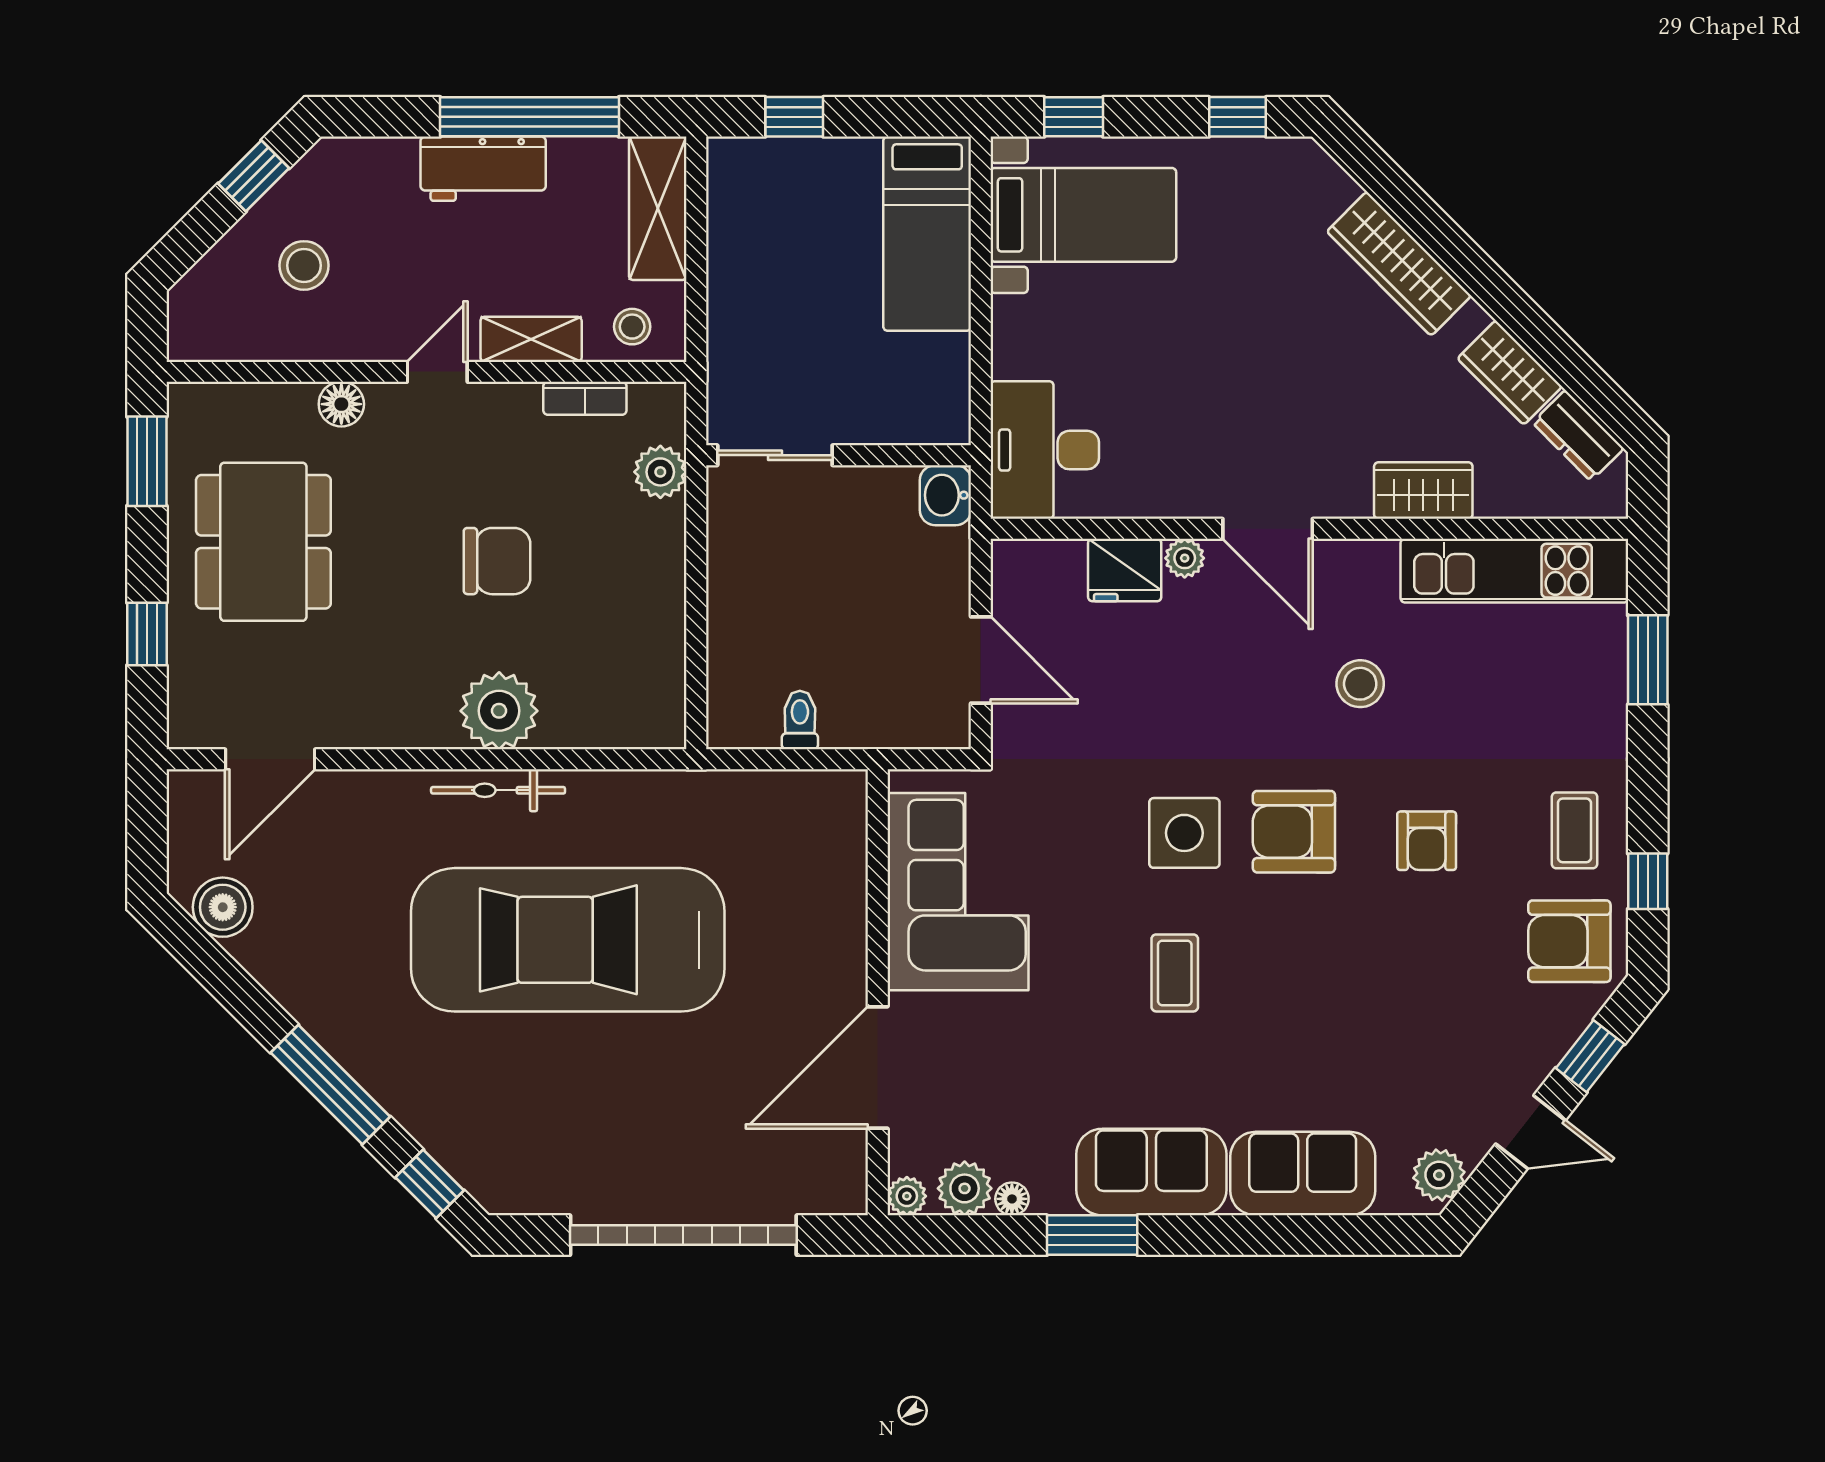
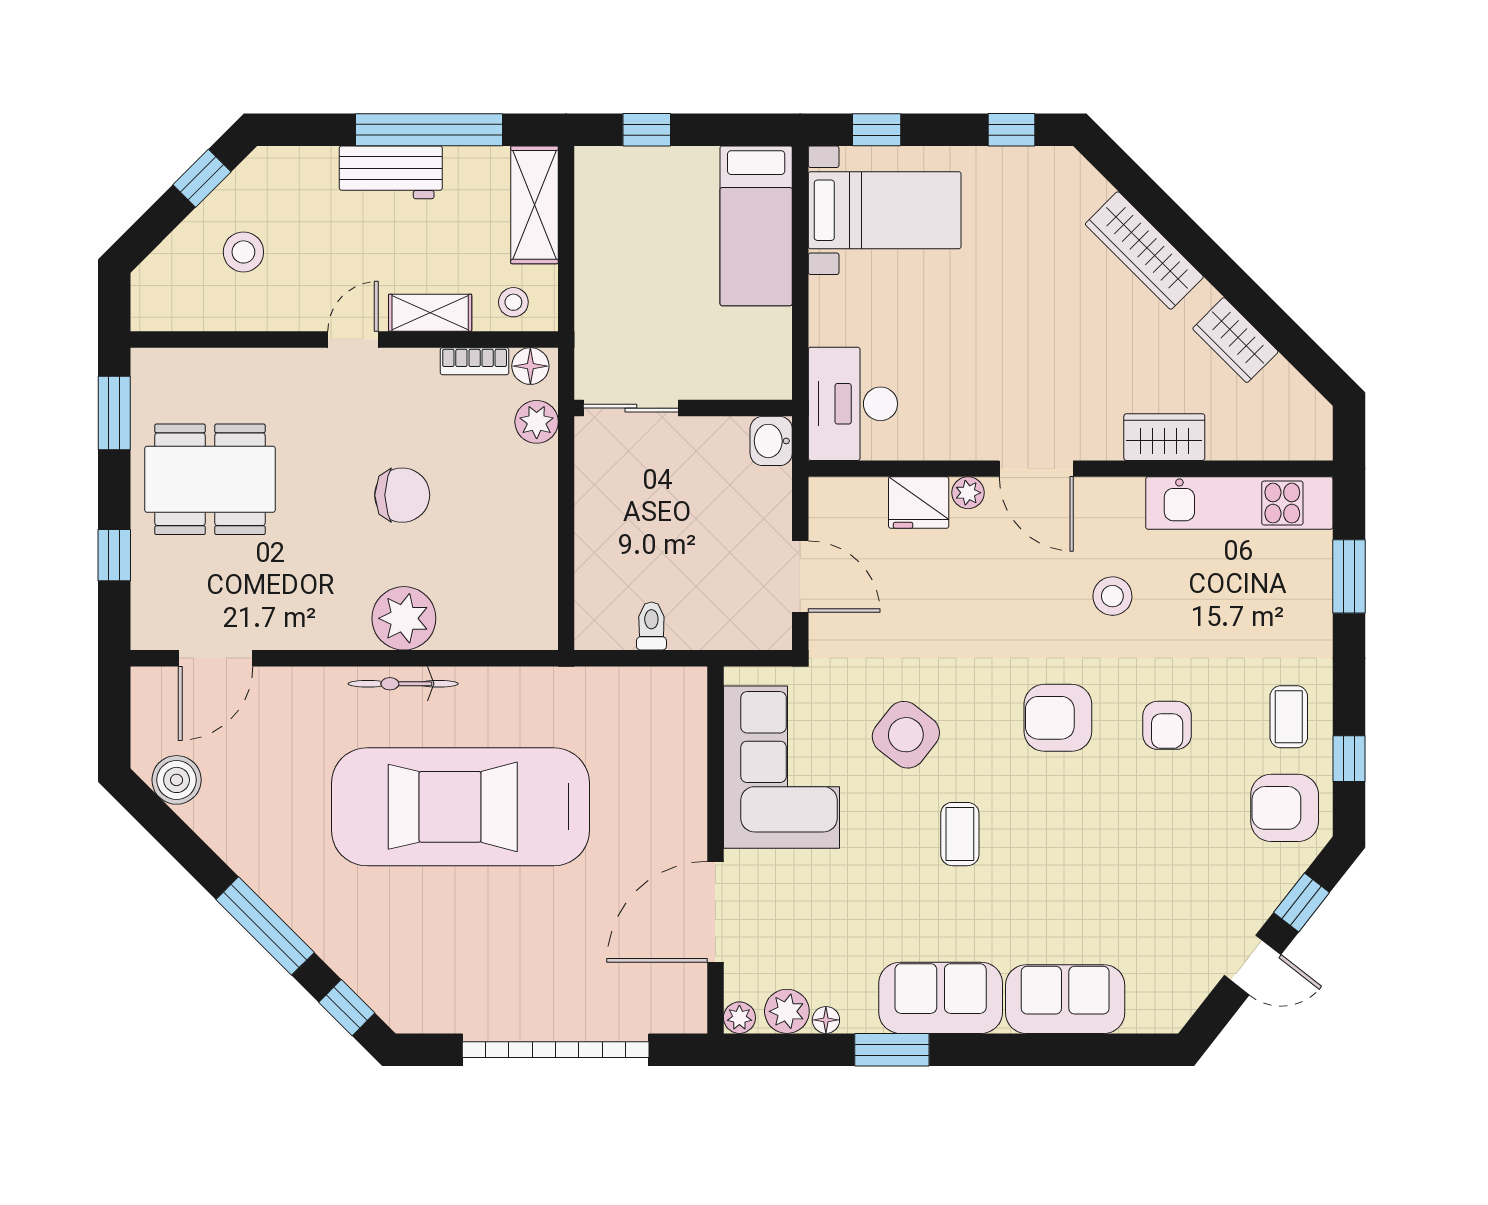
floor lamp: (341, 404) -> (530, 366), moved
dresser: (1578, 435) -> (1292, 392), removed
dining table: (263, 542) -> (210, 479), turned 90
side table: (1184, 833) -> (906, 735), moved, turned 38
plant: (1439, 1175) -> (1177, 1000), removed

